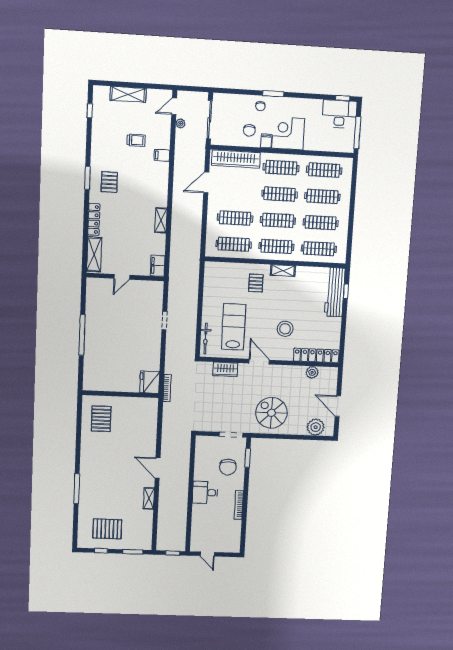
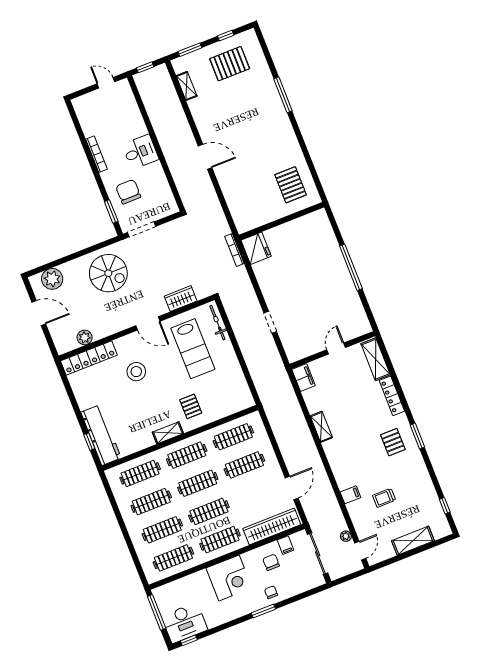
filing cabinet: (266, 141) -> (285, 545), moved
shelving: (149, 498) -> (187, 86), moved

